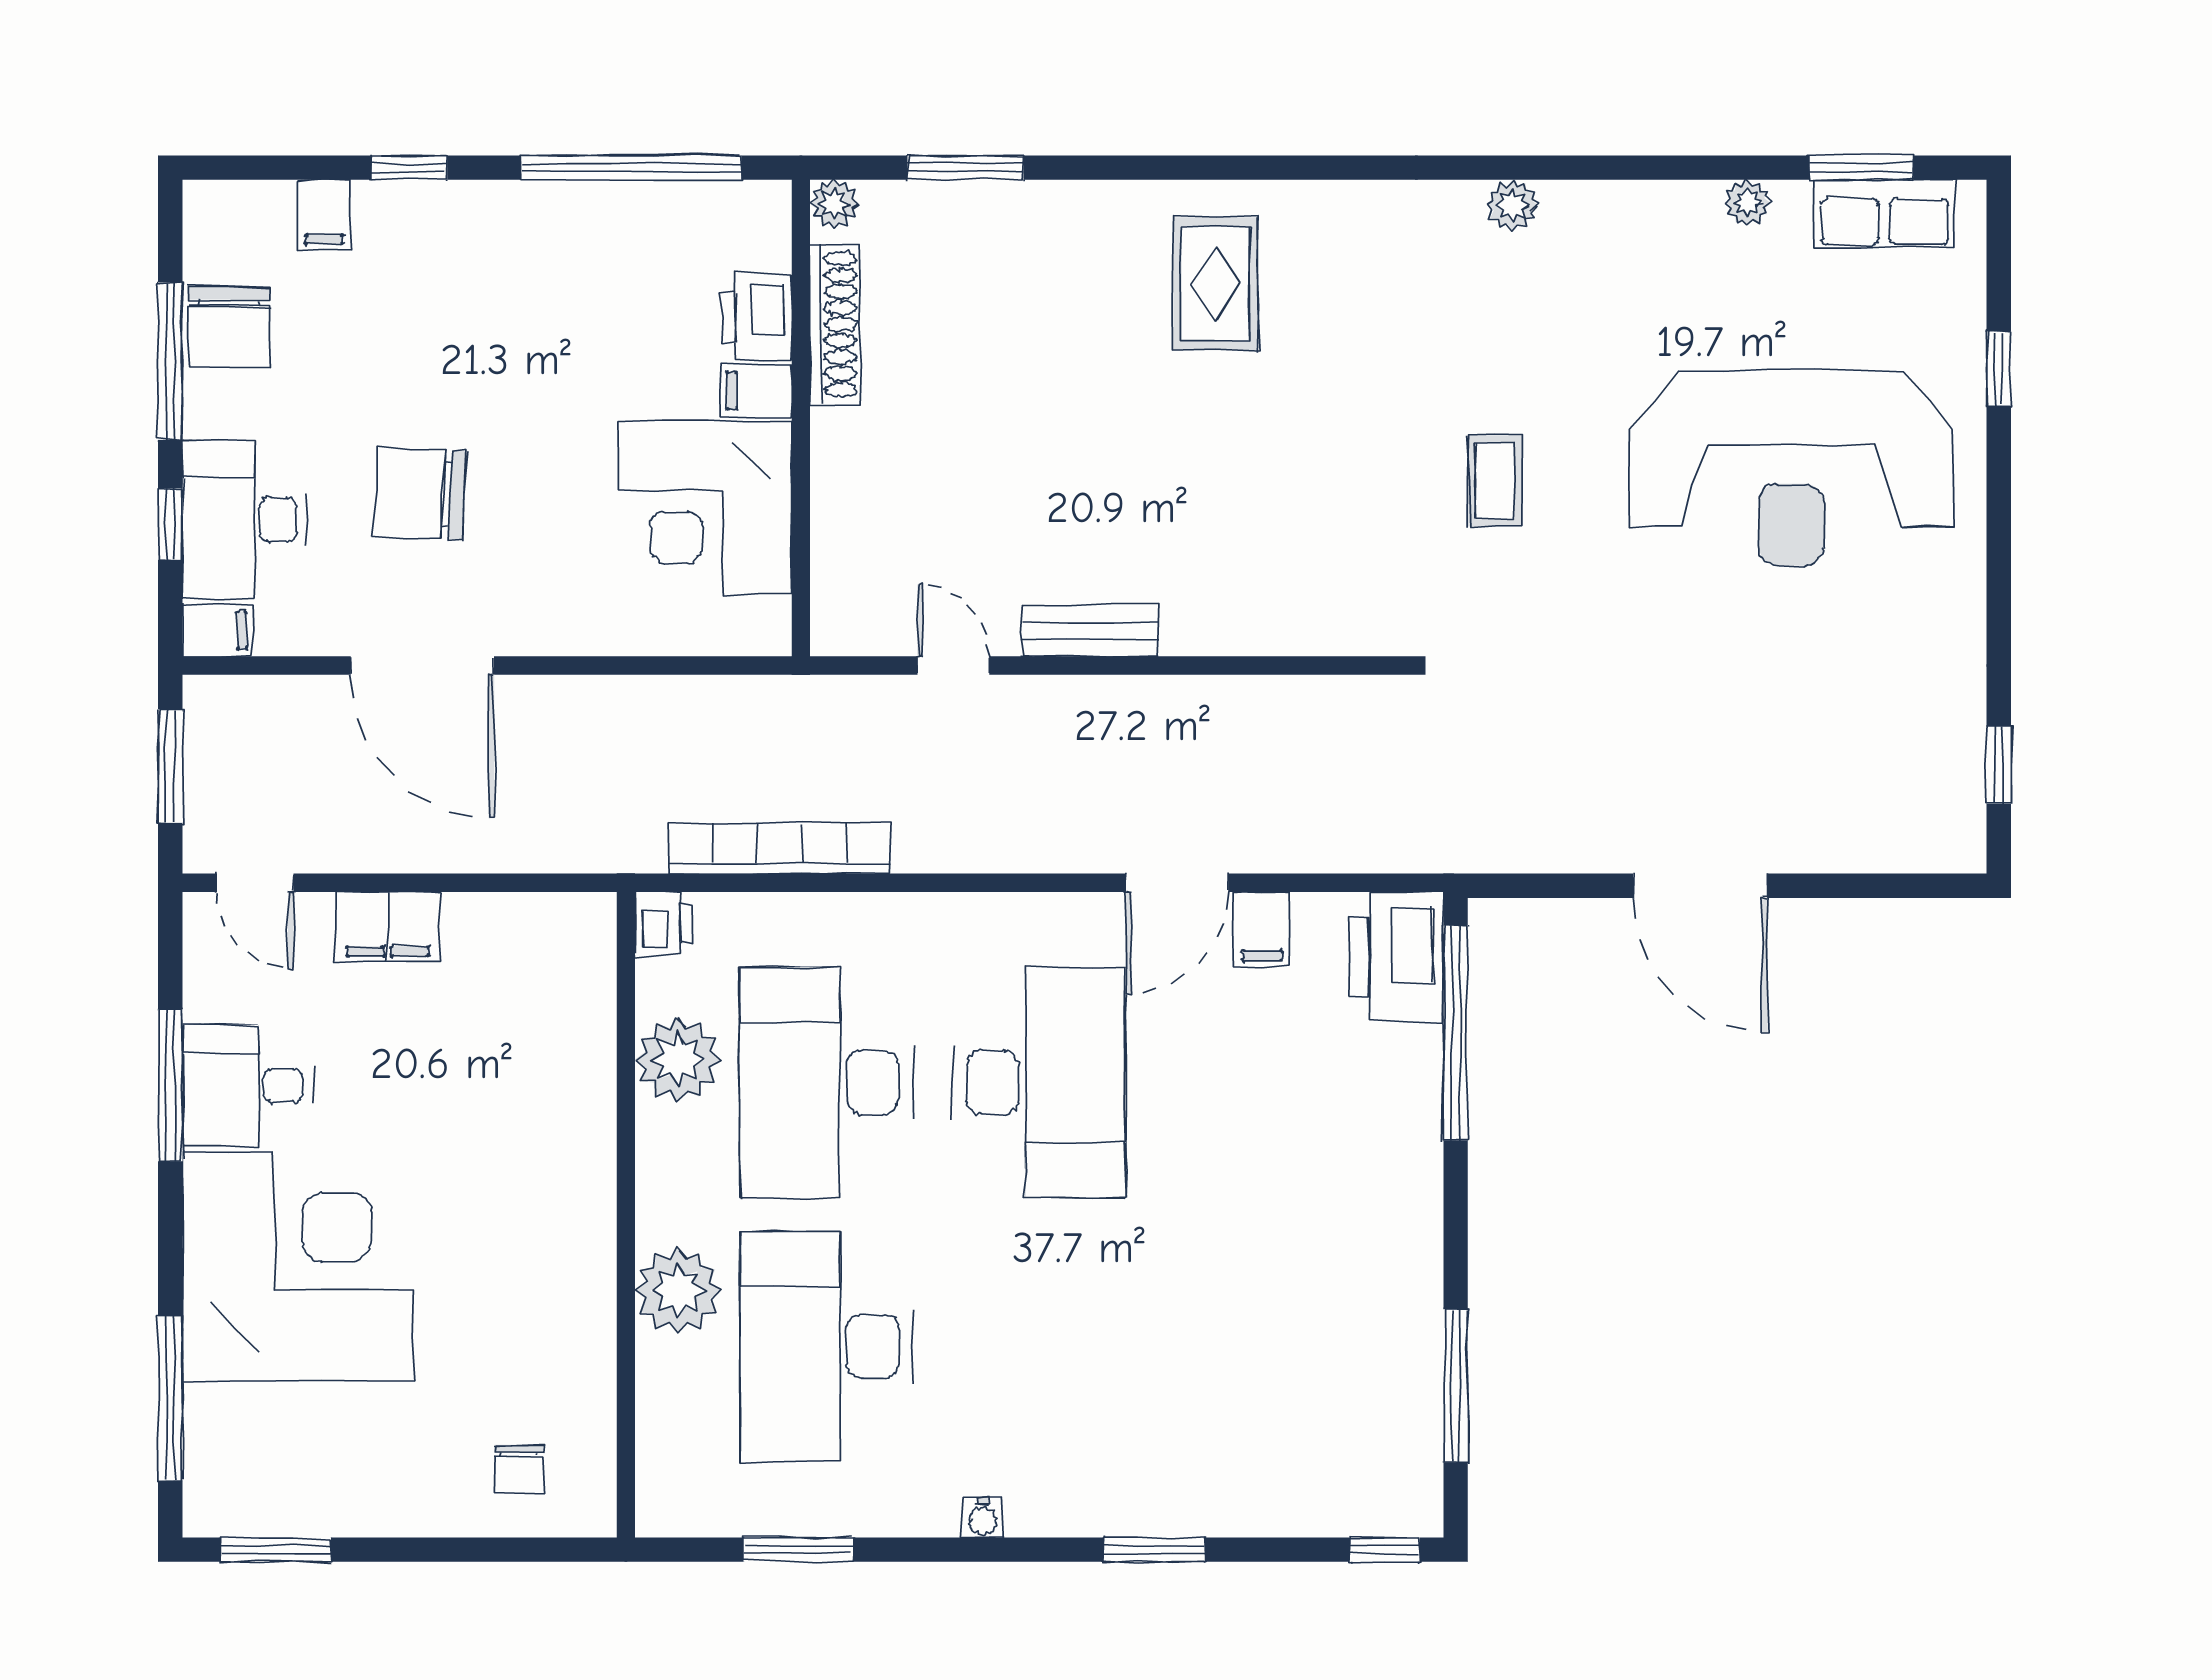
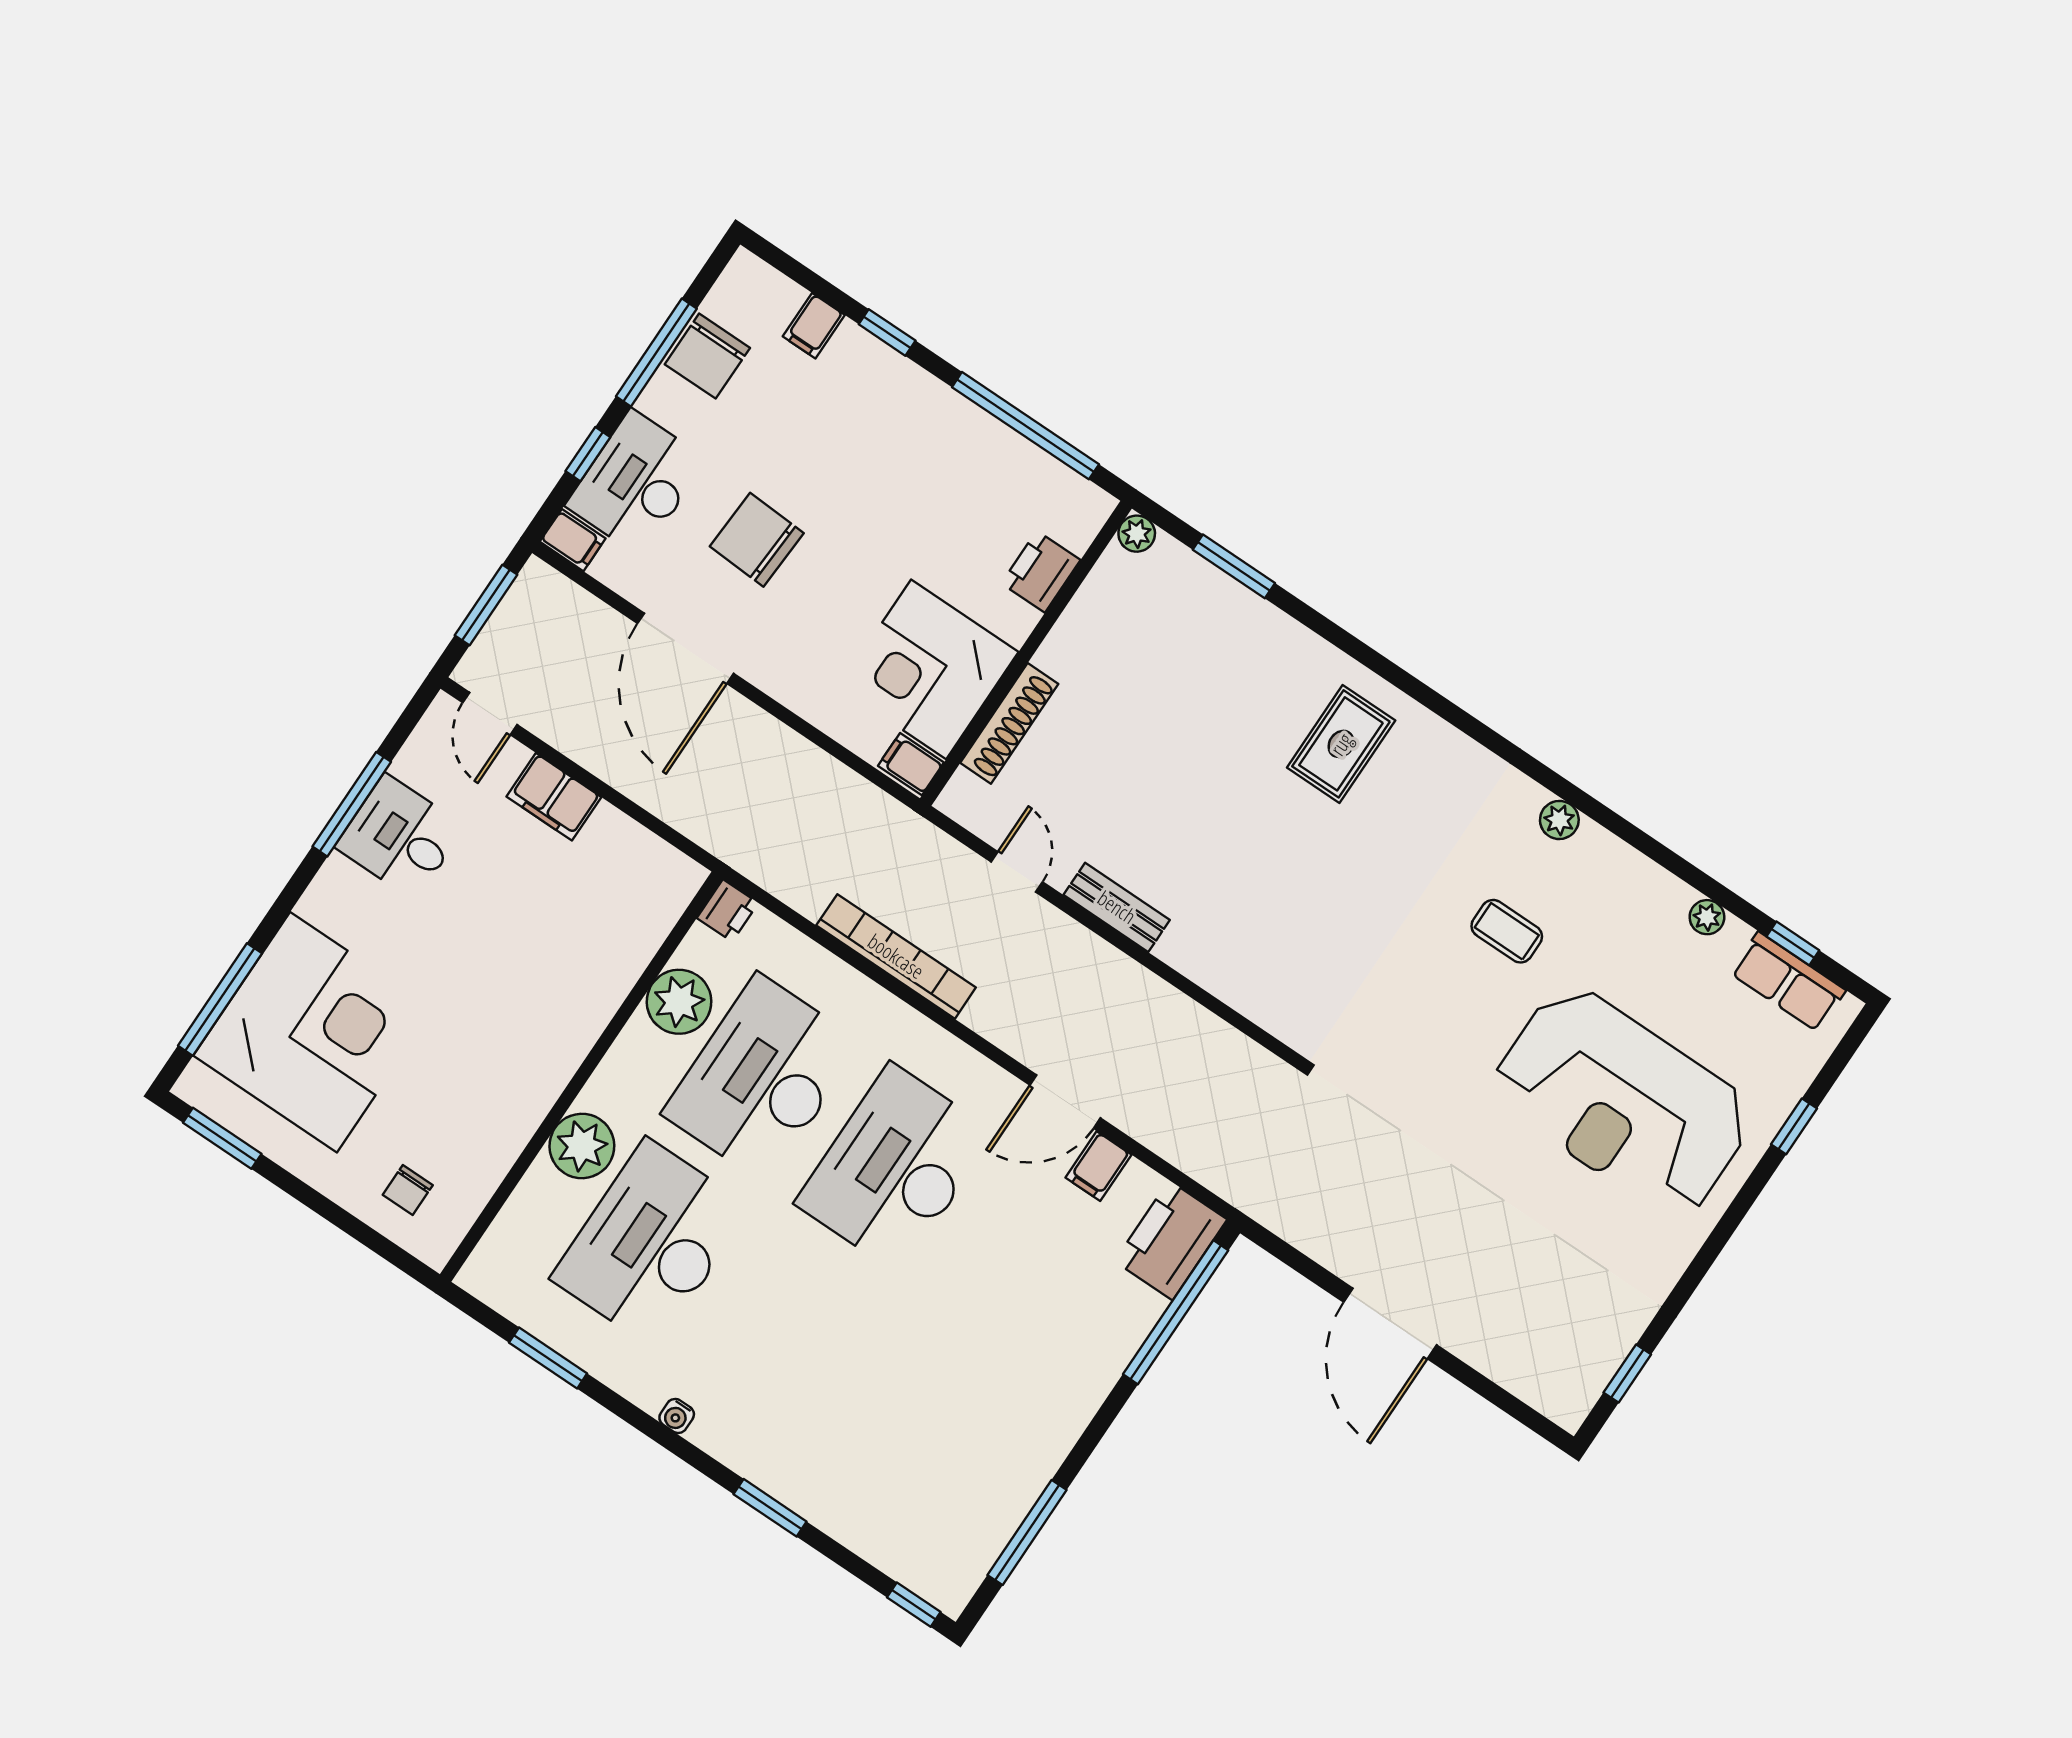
window: (1862, 168) -> (1793, 943), width x0.67
shoe rack: (835, 324) -> (1009, 723), moved
filing cabinet: (757, 391) -> (911, 764), moved
coffee table: (1495, 481) -> (1507, 931), moved, turned 90
bookcase: (780, 849) -> (896, 956), moved
desk: (1039, 1083) -> (895, 1168), turned 180
corner desk: (298, 1266) -> (313, 1032), moved

